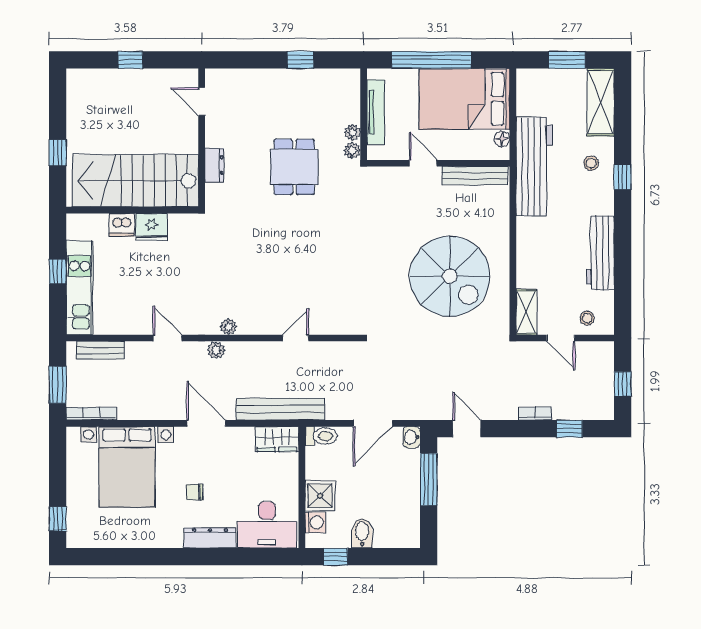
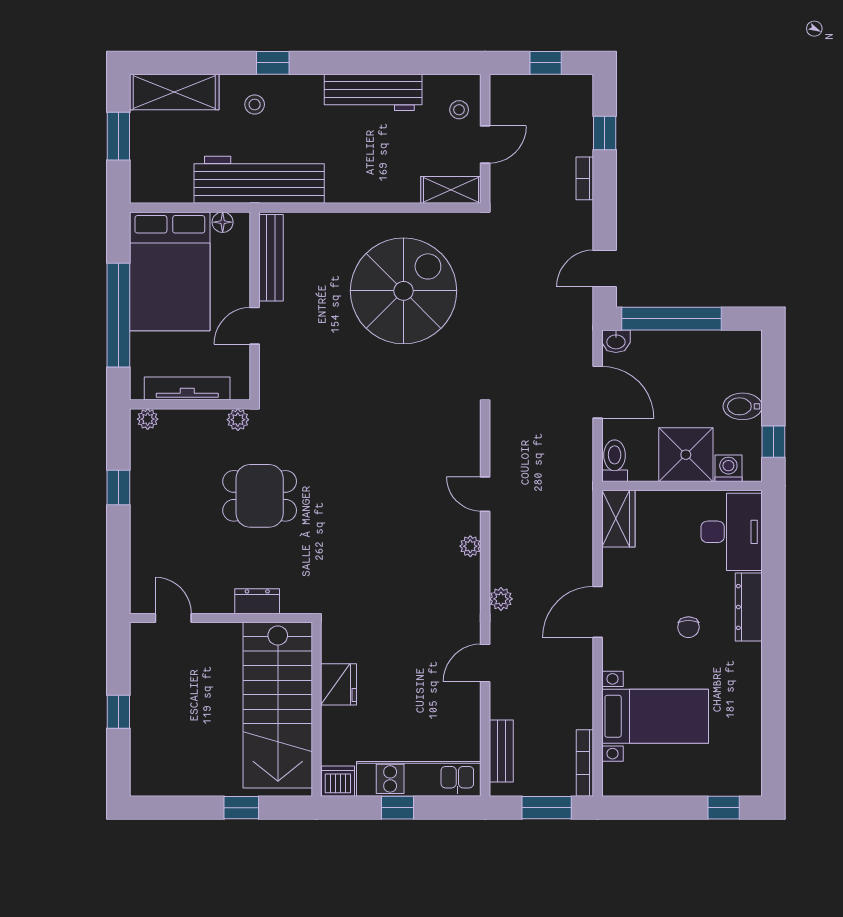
door: (202, 101) -> (173, 618), swing flipped
plant: (352, 132) -> (148, 419), moved
dishwasher: (122, 225) -> (338, 781), moved, turned -90
plant: (228, 327) -> (470, 546), moved
bench: (280, 409) -> (579, 514), removed
bed with nightstands: (127, 467) -> (655, 716), width x0.73
window: (429, 479) -> (671, 319), width x1.46
shower: (320, 496) -> (686, 455), width x1.36, depth x1.36

